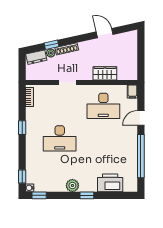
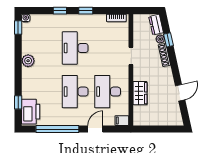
door: (141, 118) -> (95, 129), hinge flipped
desk: (103, 138) -> (75, 92), added
window: (22, 176) -> (60, 11), moved
printer: (110, 183) -> (31, 112), moved
window: (87, 195) -> (18, 102), moved

